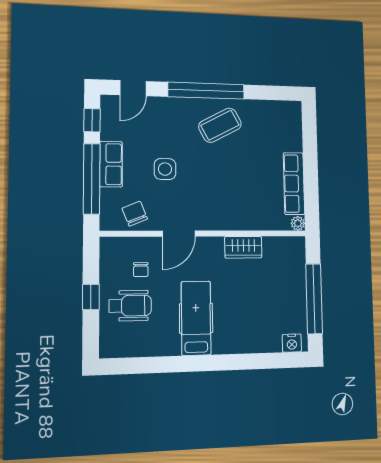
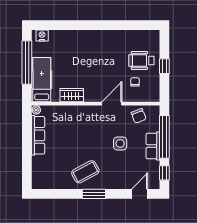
window: (206, 91) -> (94, 194), width x0.47
hospital bed: (196, 318) -> (42, 80), moved, turned 180

